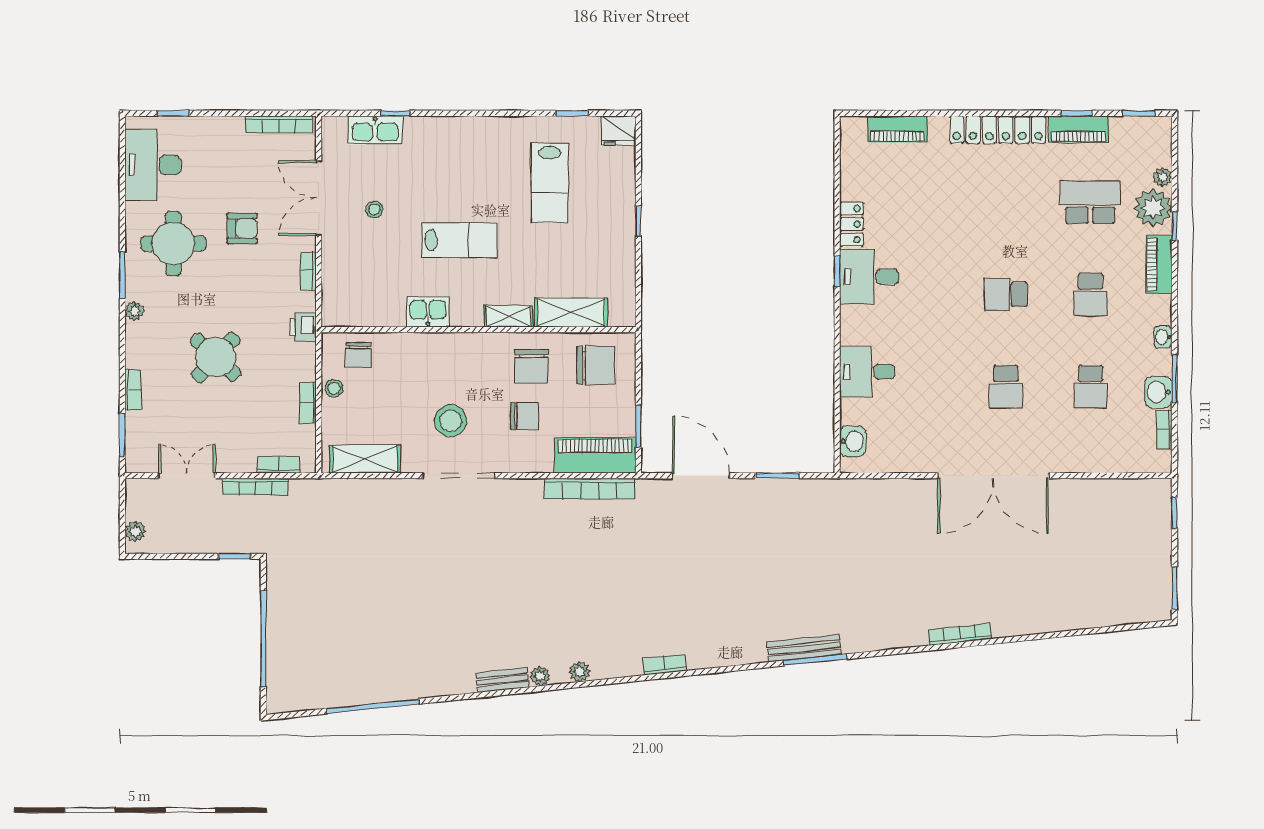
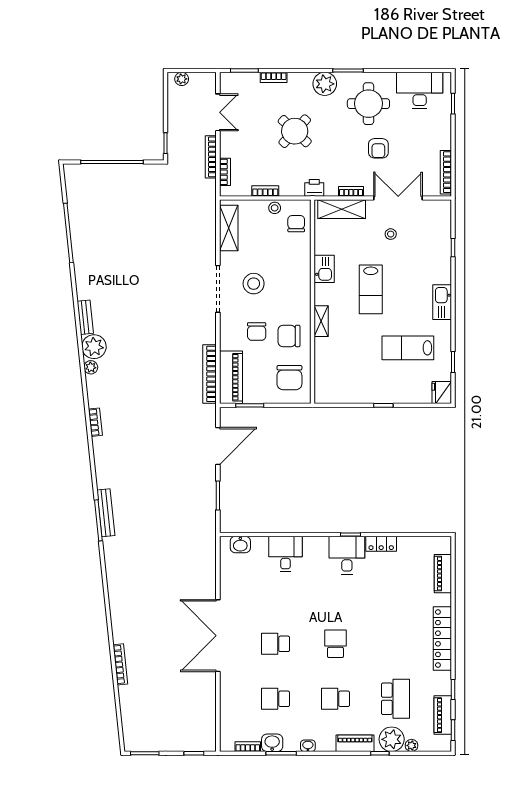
piano: (1079, 129) -> (443, 715), moved
kitchen sink: (375, 130) -> (442, 302), moved
plant: (134, 311) -> (325, 84), width x1.88, depth x1.88
shelving: (571, 313) -> (342, 209), moved, turned 90
chair: (358, 355) -> (296, 224), turned 90
bookcase: (960, 634) -> (120, 664), moved
plant: (540, 676) -> (94, 347), width x1.87, depth x1.87

